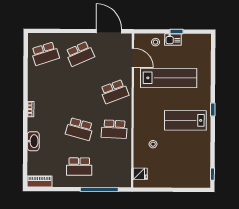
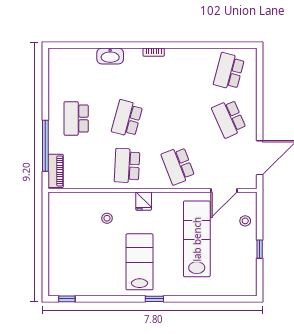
kitchen sink: (173, 40) -> (249, 244), removed
school desk: (45, 54) -> (229, 71), turned 33
lab bench: (169, 78) -> (197, 239), turned 180
fridge: (140, 174) -> (144, 201), moved
piano: (39, 181) -> (56, 171), moved

